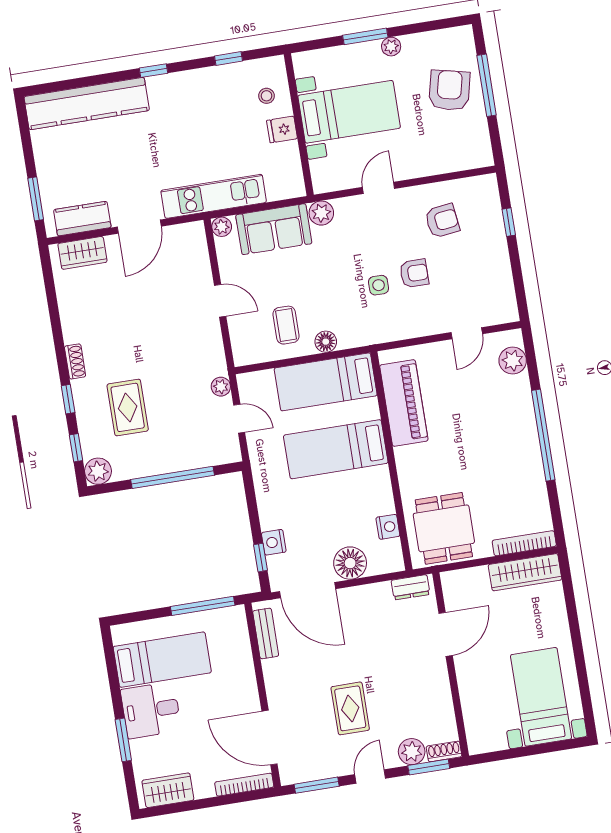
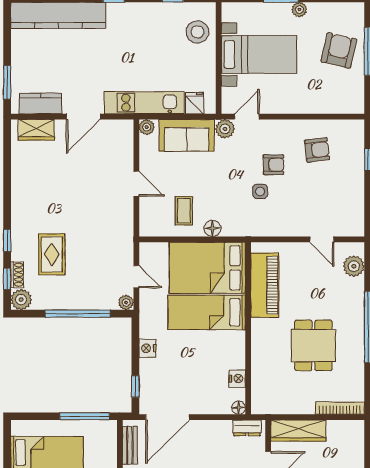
stool: (266, 96) -> (197, 32), width x1.89, depth x1.89
fridge: (282, 129) -> (195, 103), moved, turned 90
door: (379, 188) -> (247, 117), moved
armchair: (414, 273) -> (273, 165), moved
door: (467, 333) -> (322, 239), hinge flipped
shoe rack: (75, 361) -> (17, 275), moved
bed: (326, 382) -> (207, 268), width x1.50
plant: (221, 387) -> (126, 303), moved
dining table: (444, 528) -> (313, 345), moved
nightstand: (274, 542) -> (147, 348), moved
floor lamp: (350, 563) -> (239, 408), moved, width x0.53, depth x0.53
wardrobe: (525, 572) -> (298, 431), moved
door: (308, 590) -> (167, 417), hinge flipped

